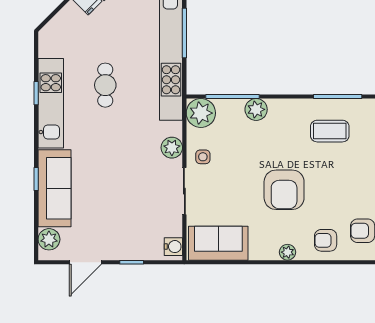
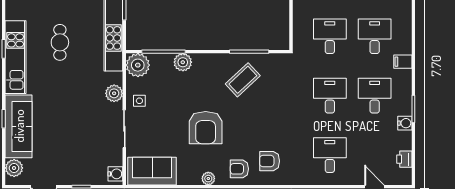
coffee table: (330, 131) -> (243, 80), turned -43

